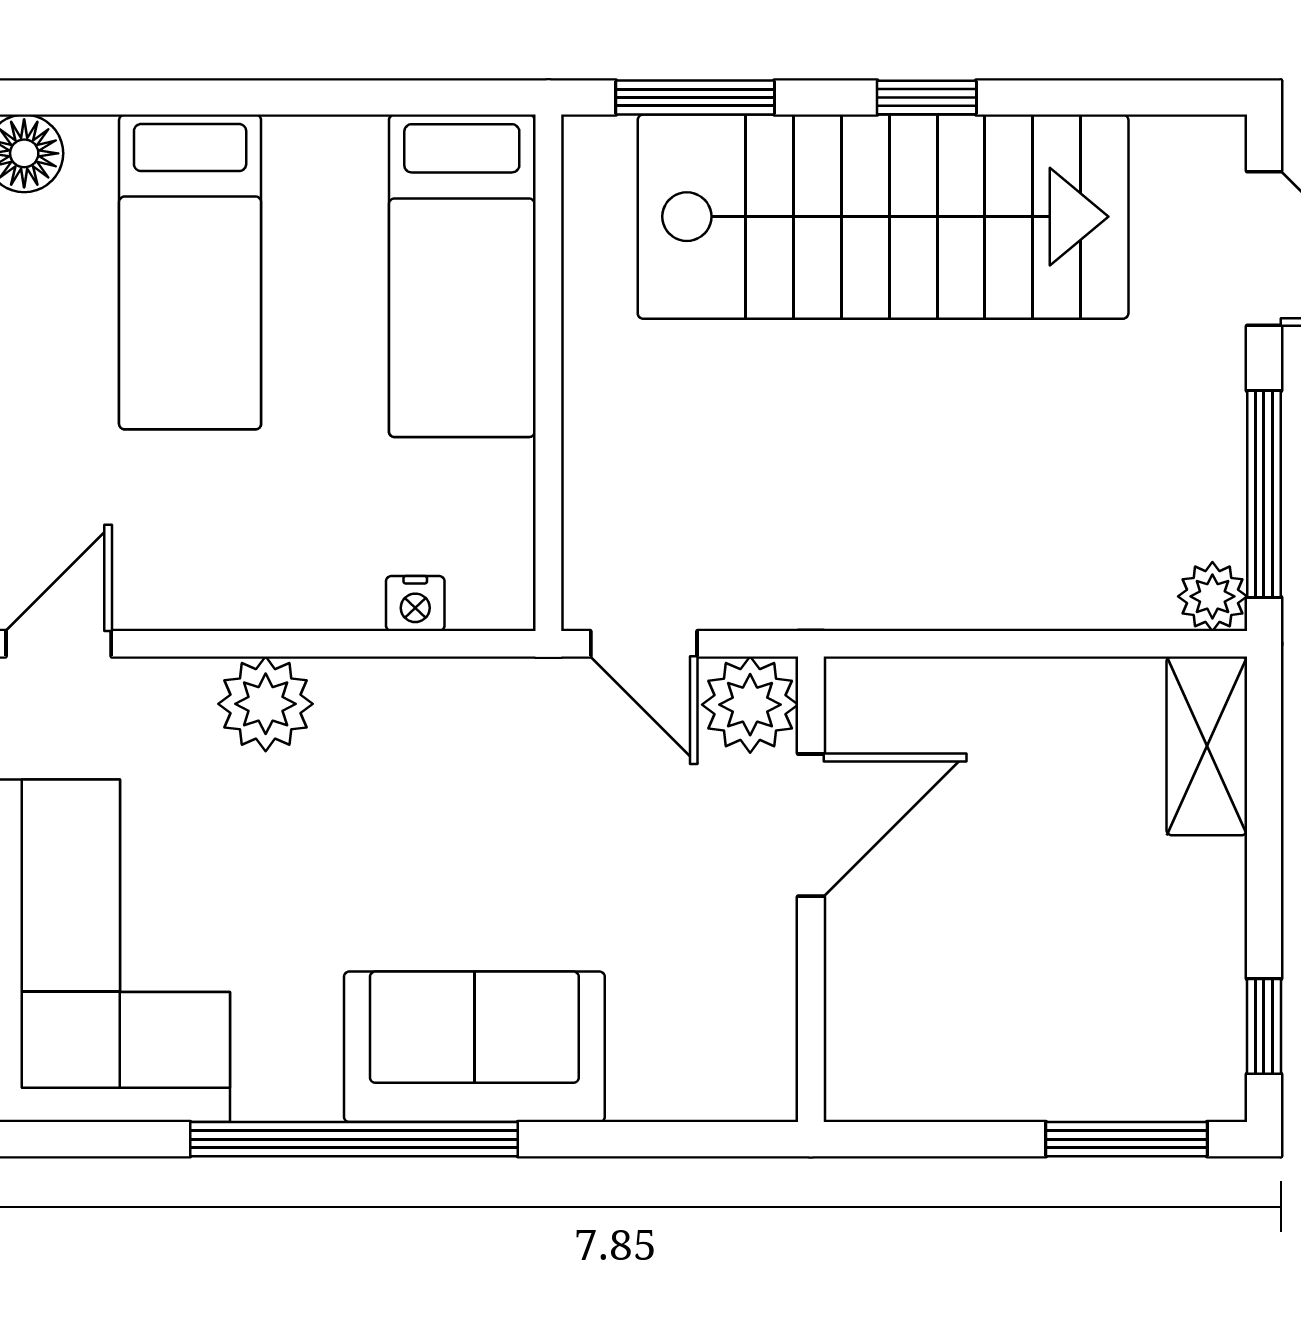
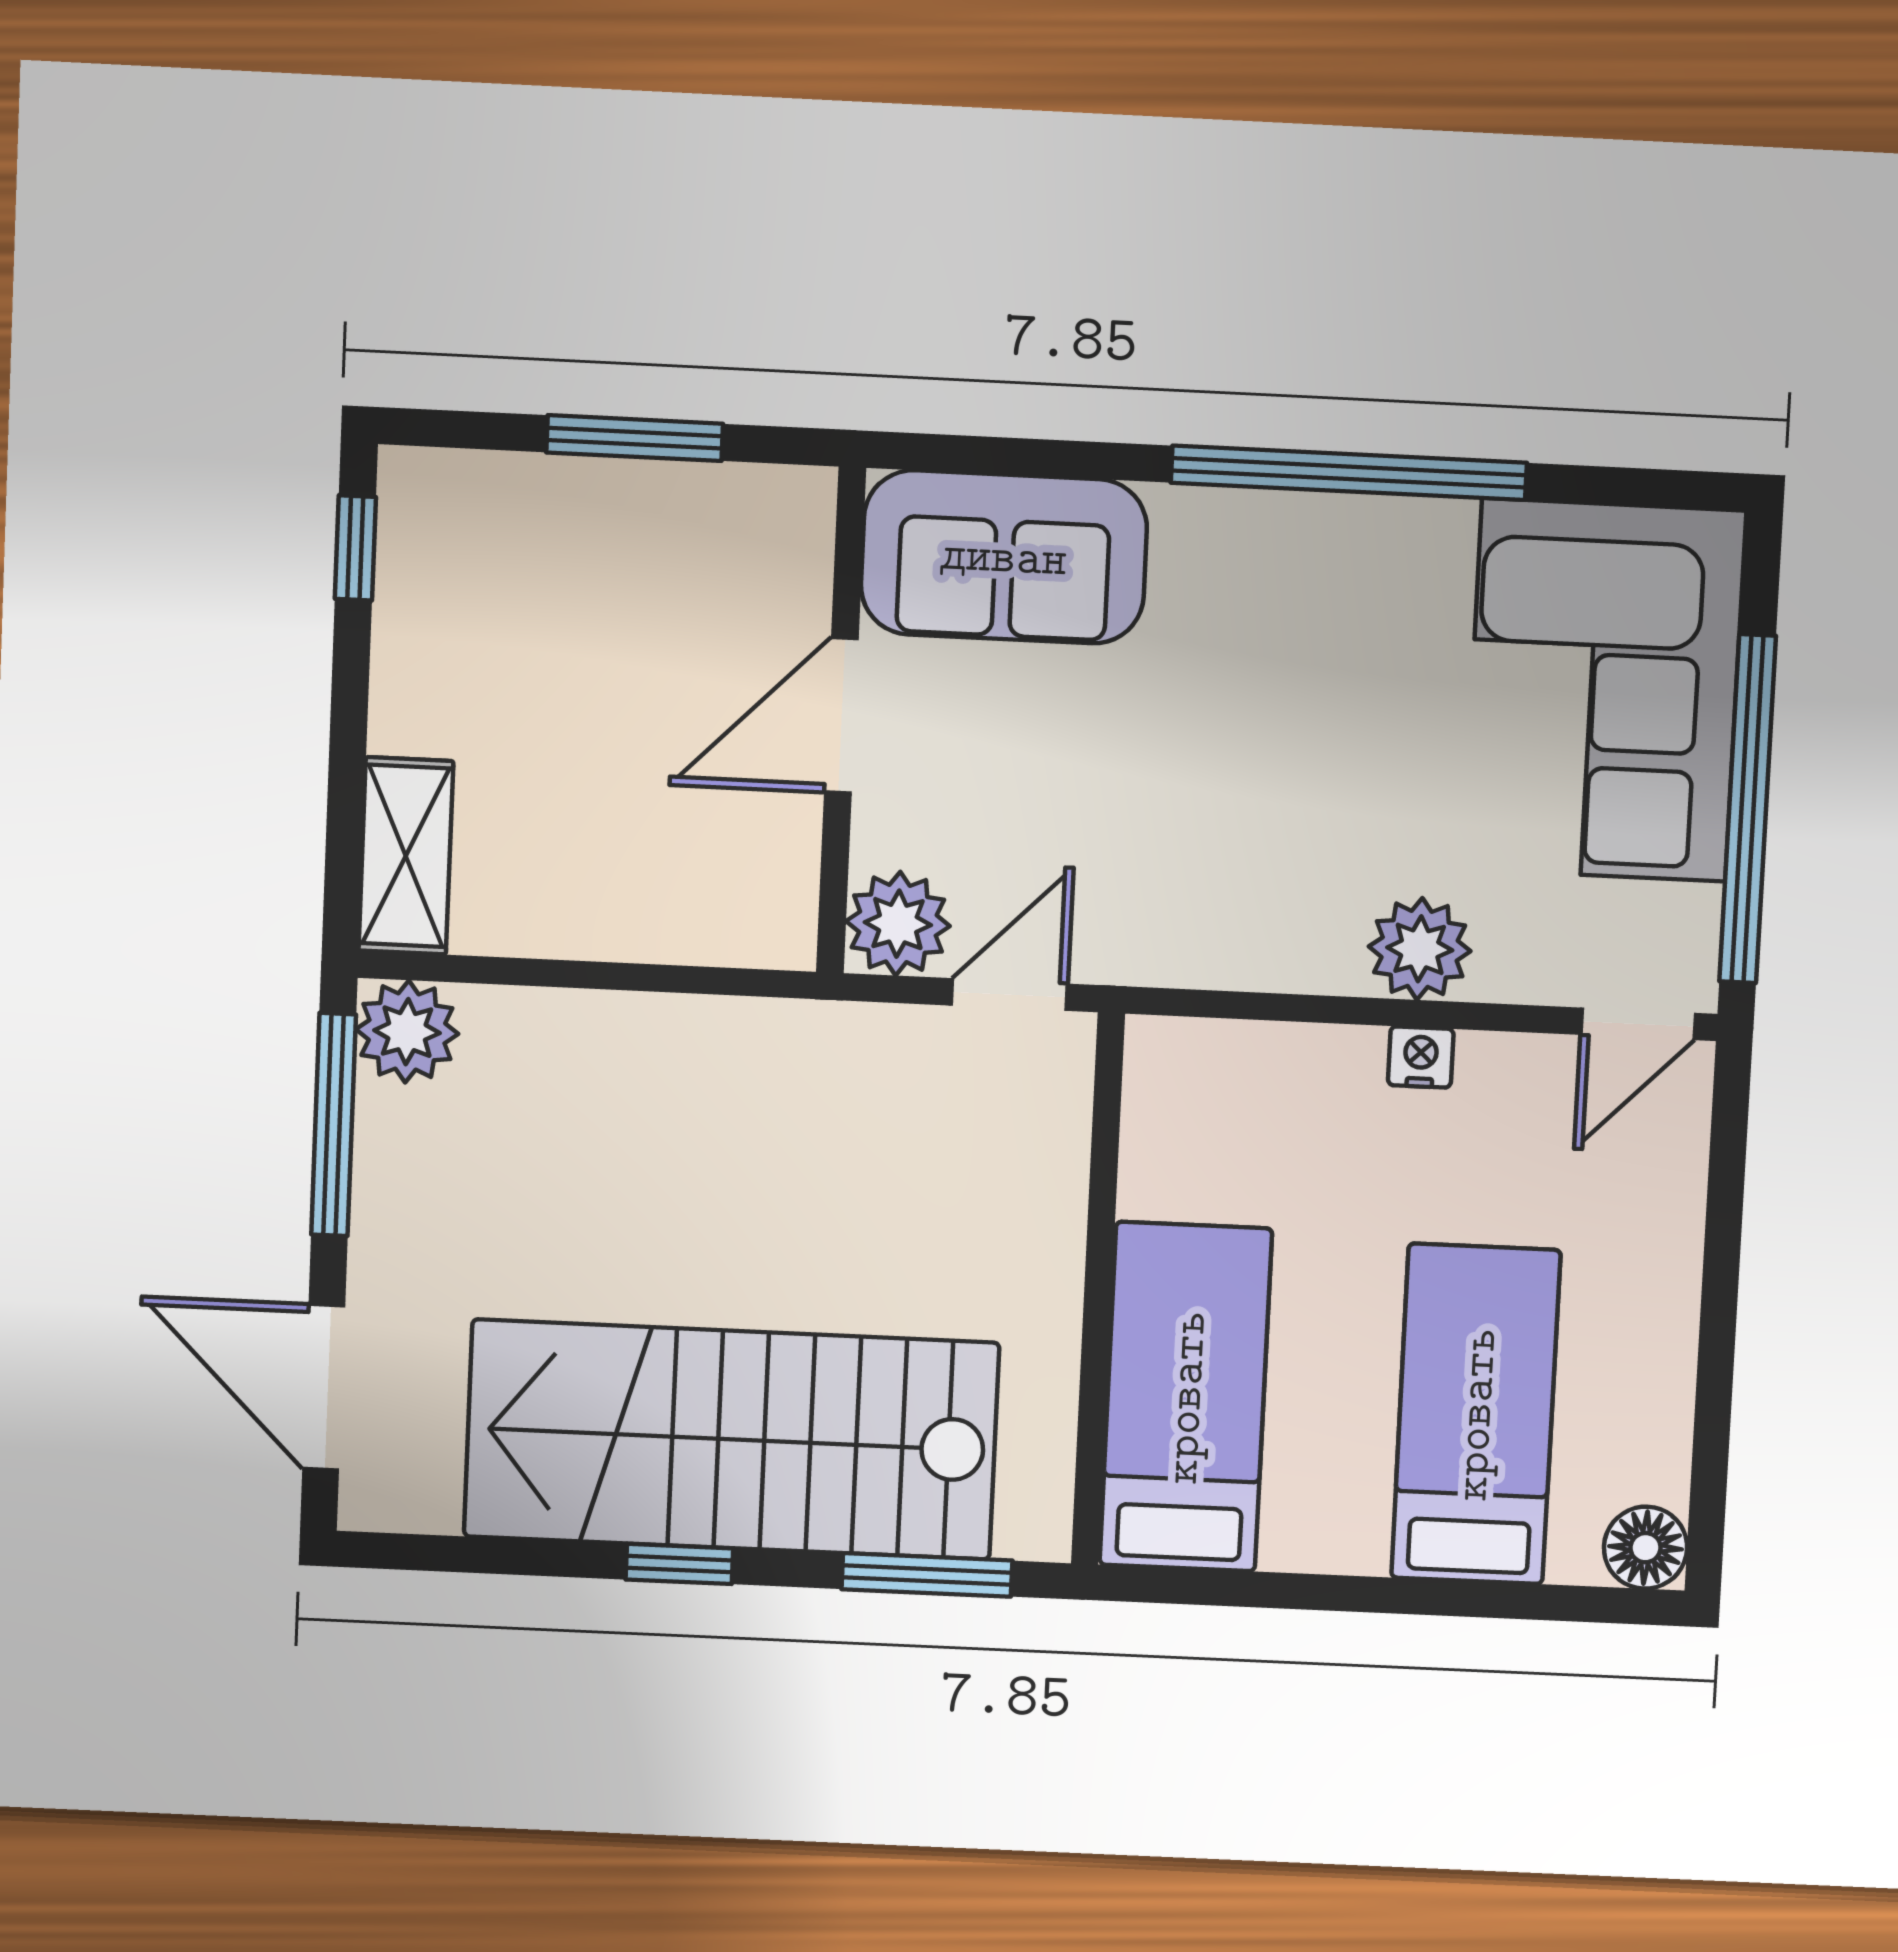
plant: (1212, 596) -> (407, 1032), width x1.38, depth x1.38
nightstand: (415, 603) -> (1421, 1057), moved
door: (644, 644) -> (1009, 995), hinge flipped
door: (811, 825) -> (841, 715), moved
sofa: (474, 1047) -> (1004, 557), moved
window: (1127, 1139) -> (635, 438), moved

